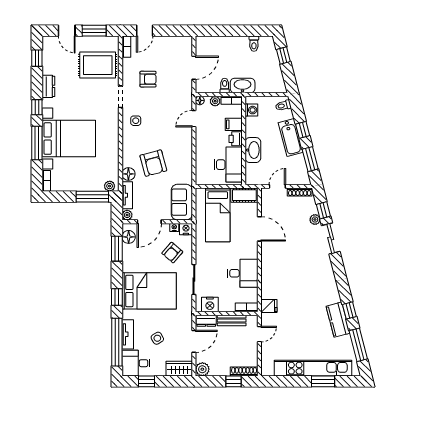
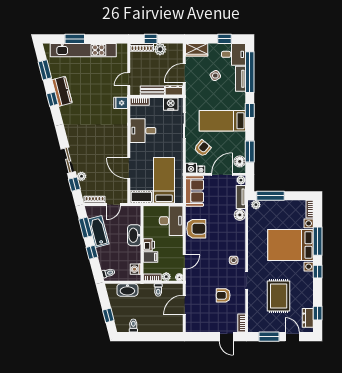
door: (145, 31) -> (226, 337), swing flipped
rug: (98, 65) -> (279, 296), moved, turned 90
dresser: (48, 86) -> (308, 318), moved
washbasin: (243, 86) -> (127, 290), moved
bathtub: (291, 137) -> (98, 232), moved
armchair: (153, 163) -> (196, 229), moved, turned 105
desk: (228, 165) -> (171, 221), moved, turned 180
bed: (149, 291) -> (222, 121), width x0.67
window: (358, 345) -> (45, 70), width x0.69
plant: (202, 369) -> (160, 49), moved

